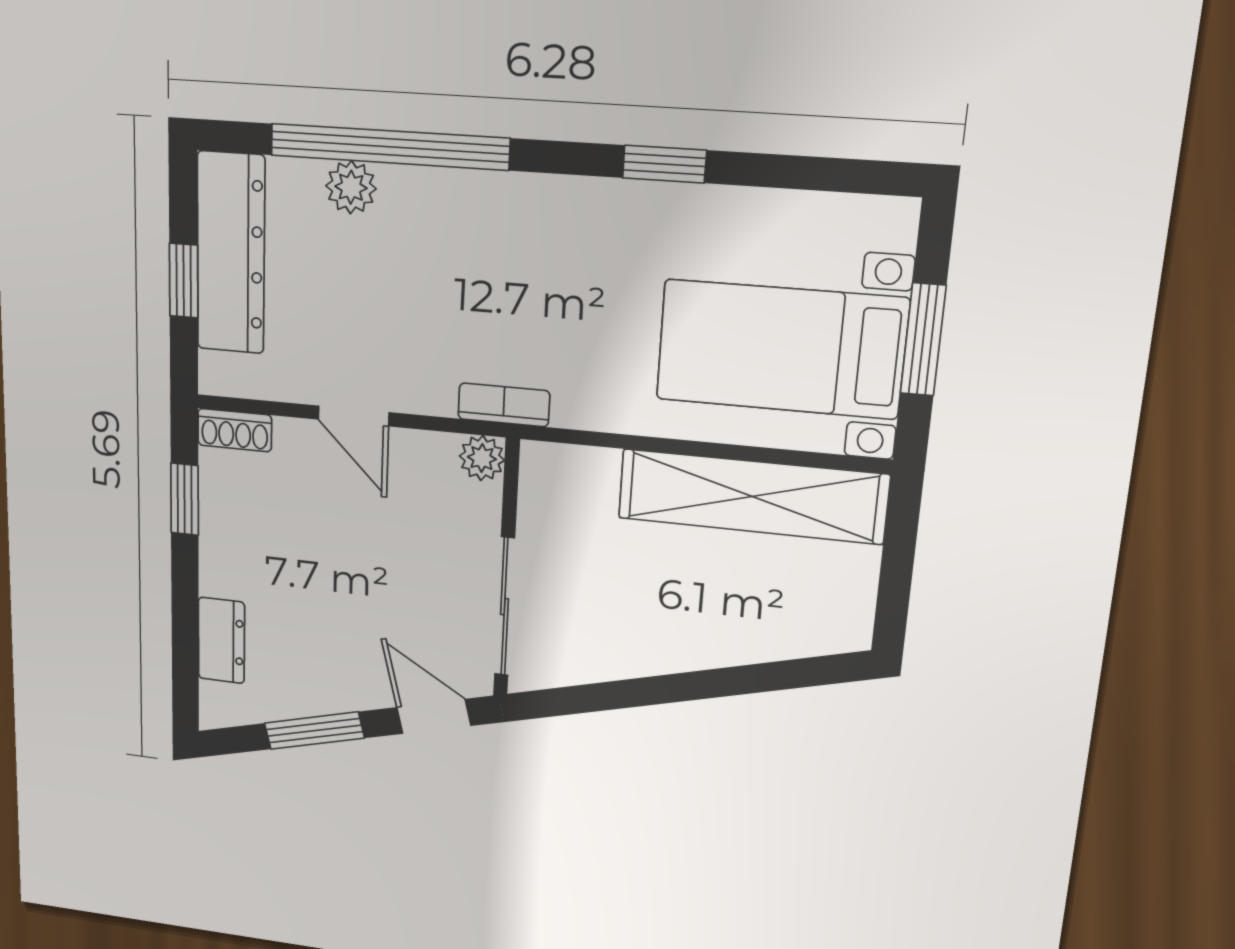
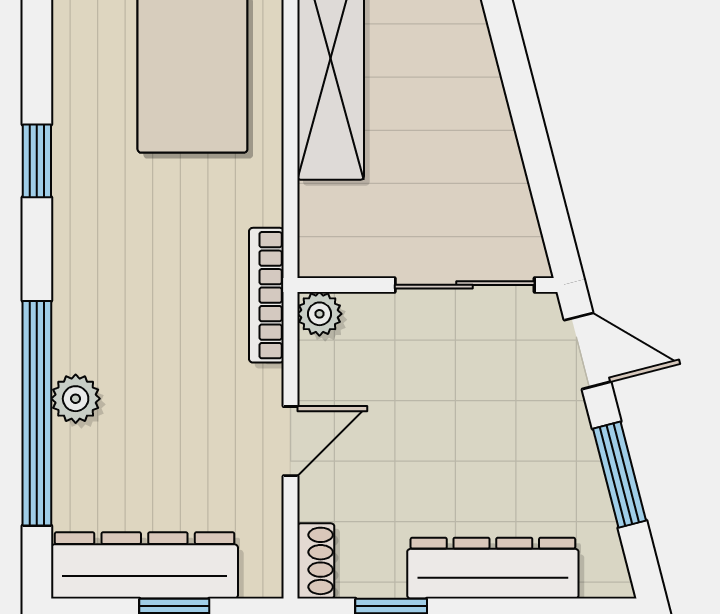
plant: (351, 187) -> (76, 399), moved
bookcase: (504, 405) -> (266, 295), width x1.56
dresser: (221, 640) -> (493, 568), width x1.96, depth x1.24
door: (434, 716) -> (588, 351), swing flipped

